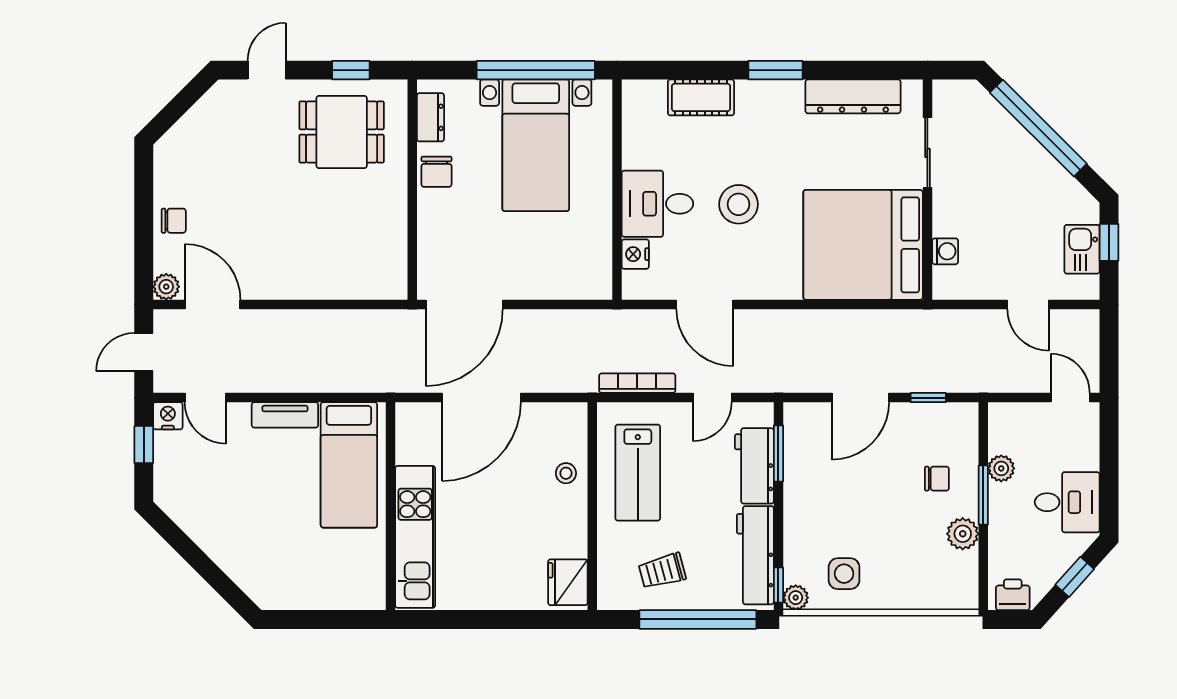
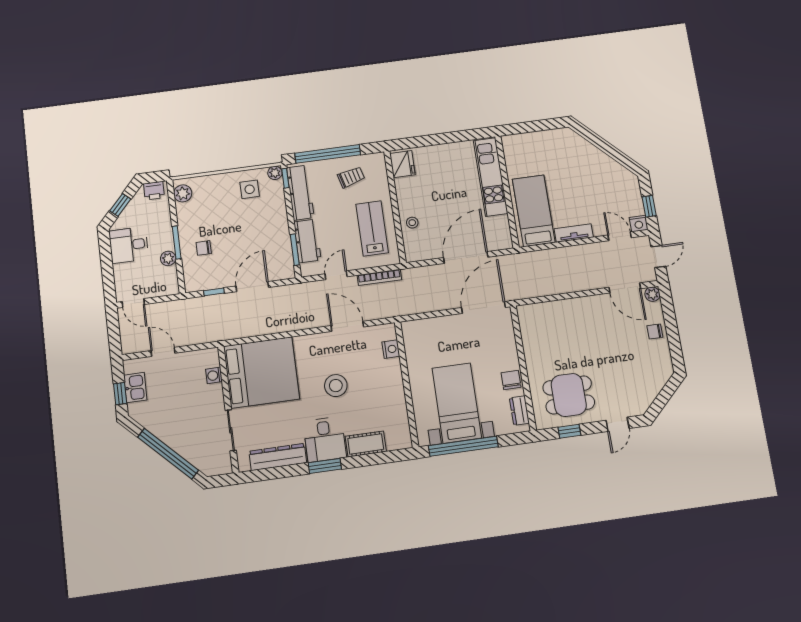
desk: (657, 204) -> (325, 439), moved, turned 90
plant: (963, 534) -> (183, 193), moved

